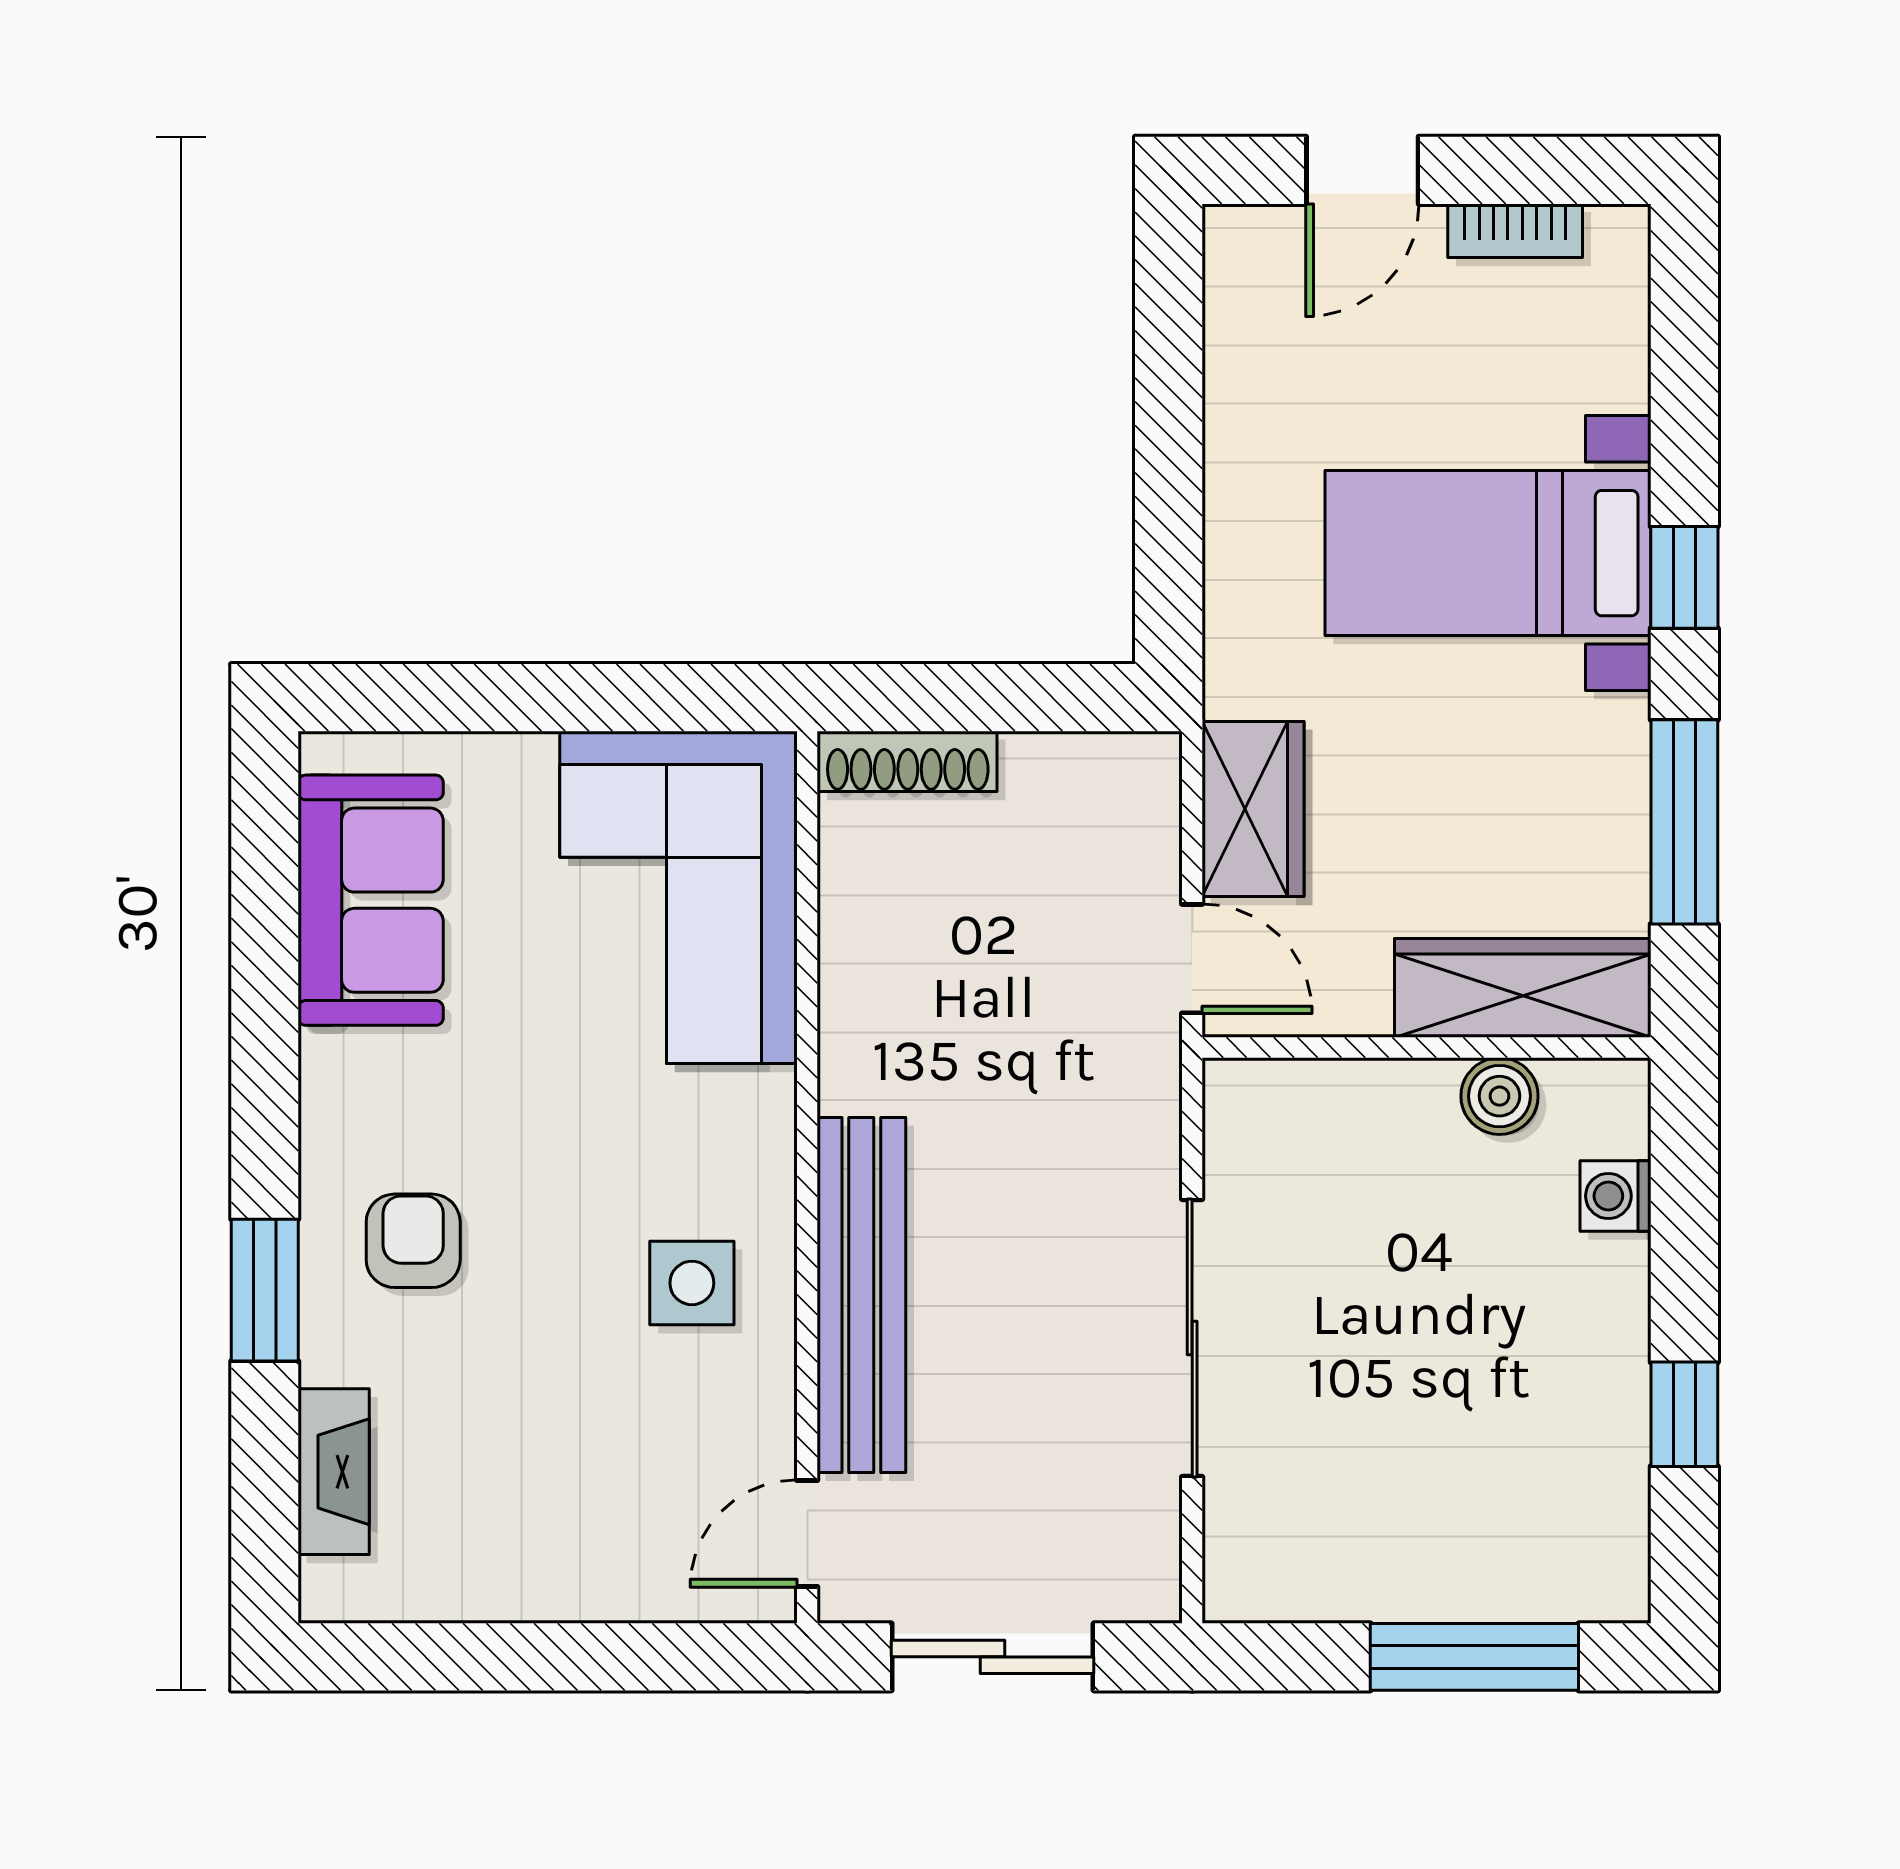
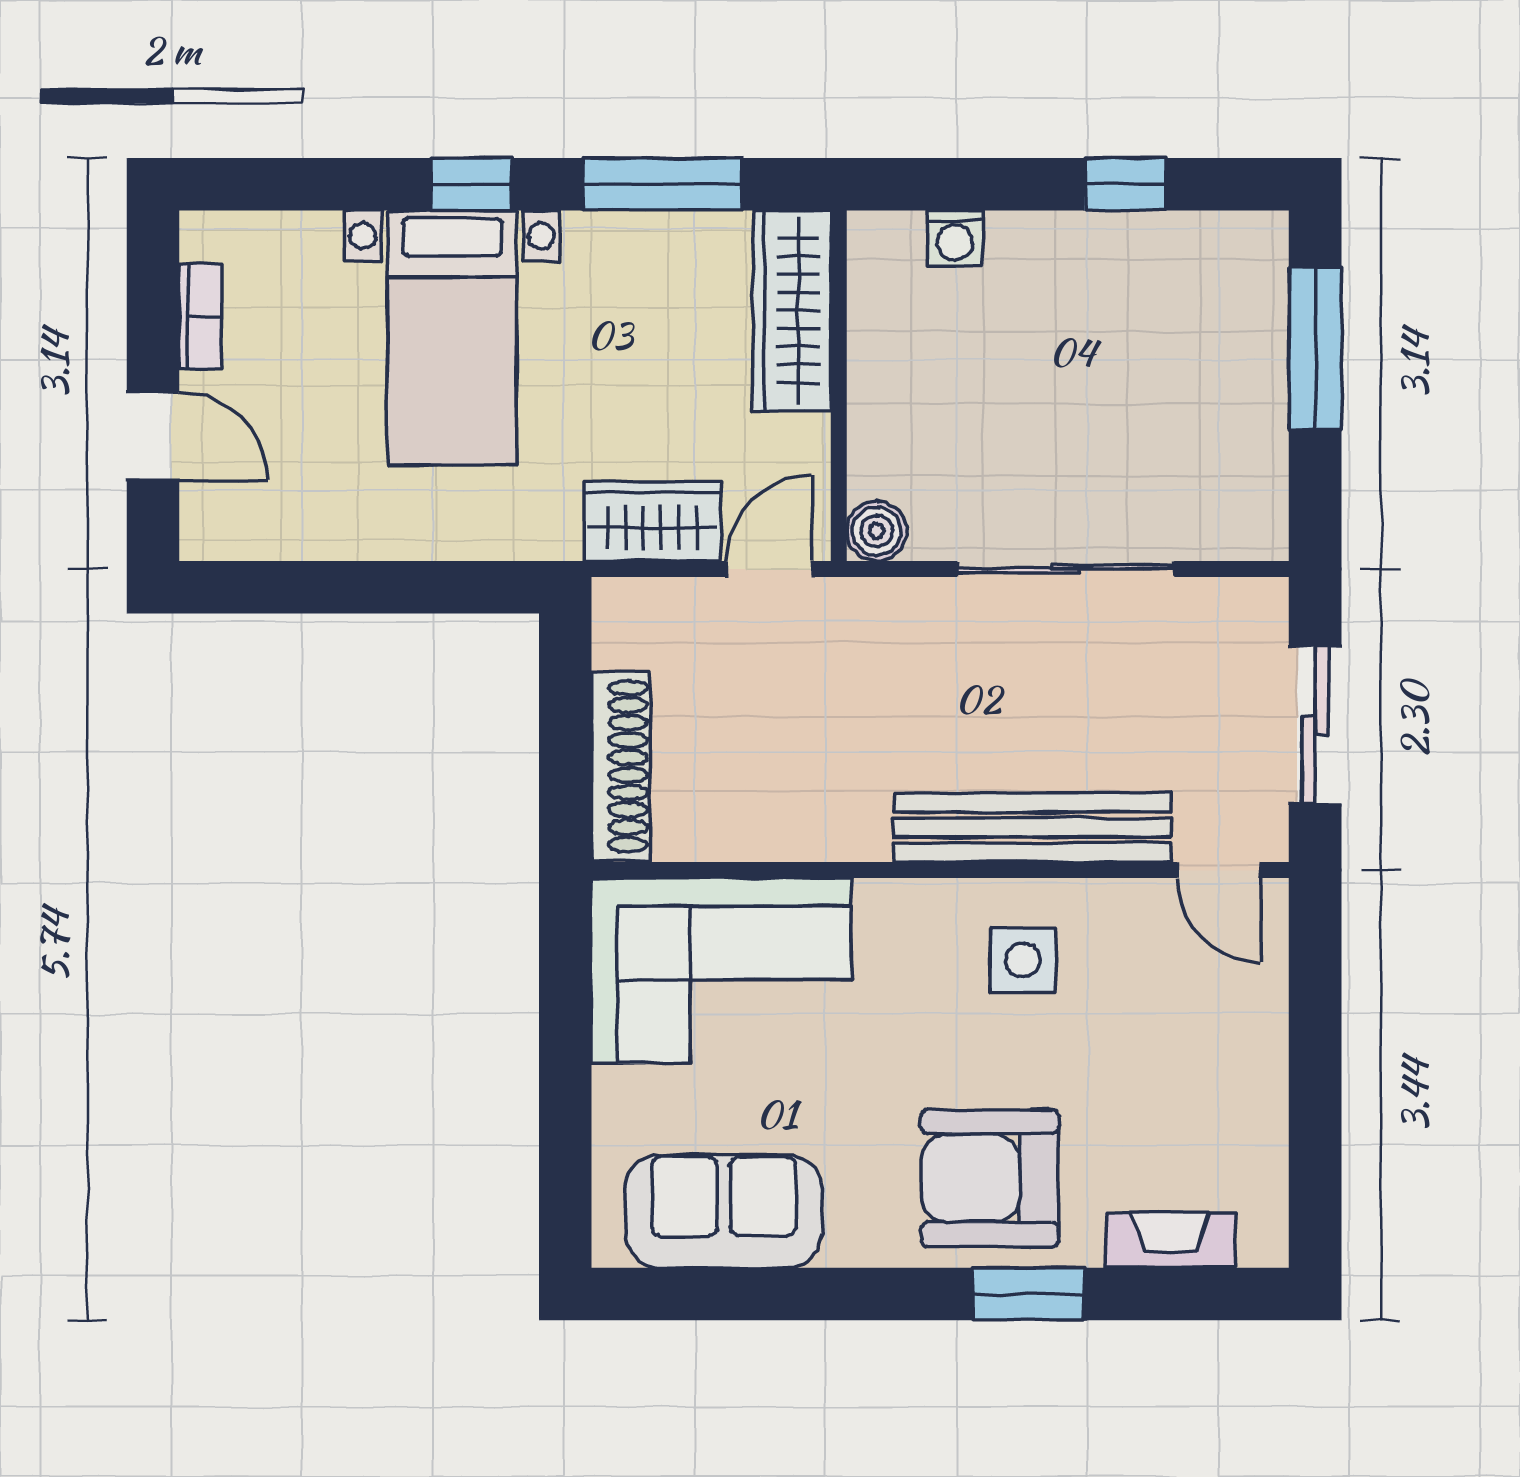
shoe rack: (908, 761) -> (621, 766), width x1.36, depth x1.24
boiler: (1499, 1096) -> (877, 531), moved
armchair: (413, 1241) -> (990, 1178), width x1.88, depth x1.88

